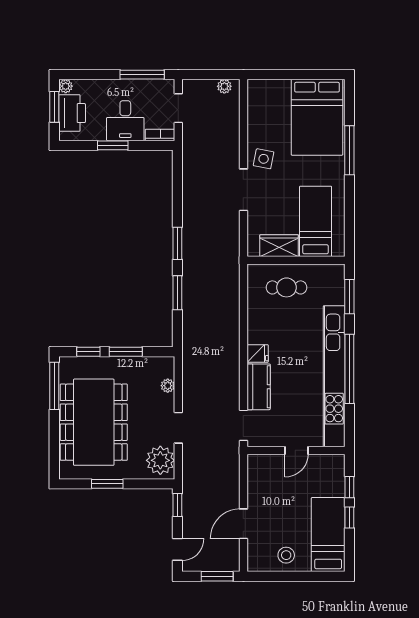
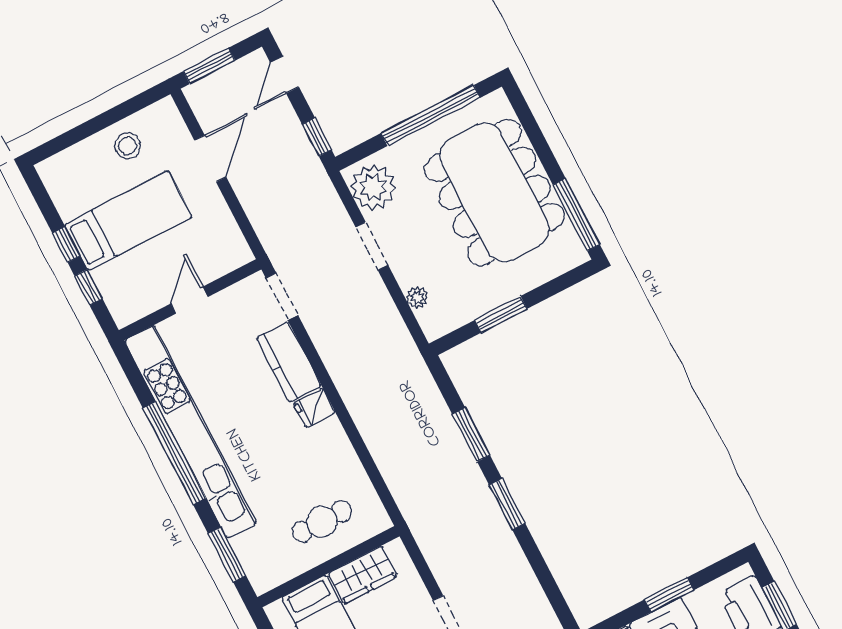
window: (88, 352) -> (553, 287), removed
window: (107, 484) -> (431, 116), width x2.11
bed: (328, 535) -> (128, 221), moved, turned -90

